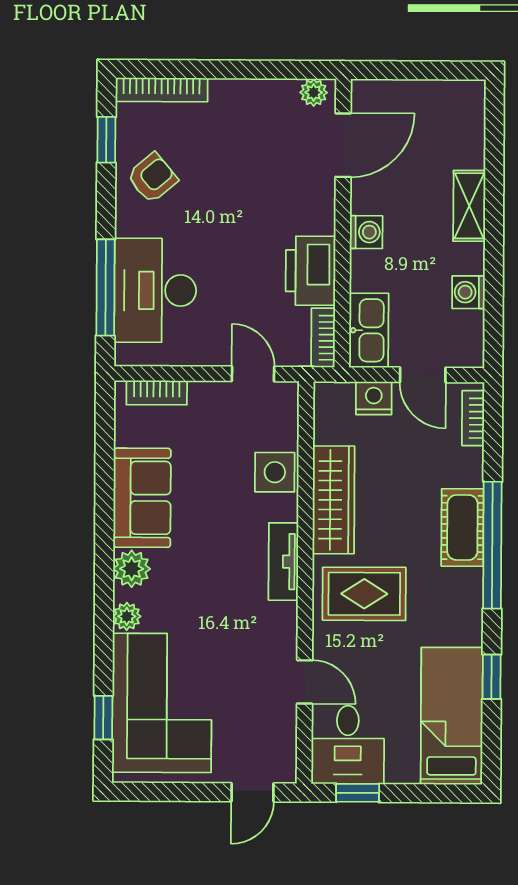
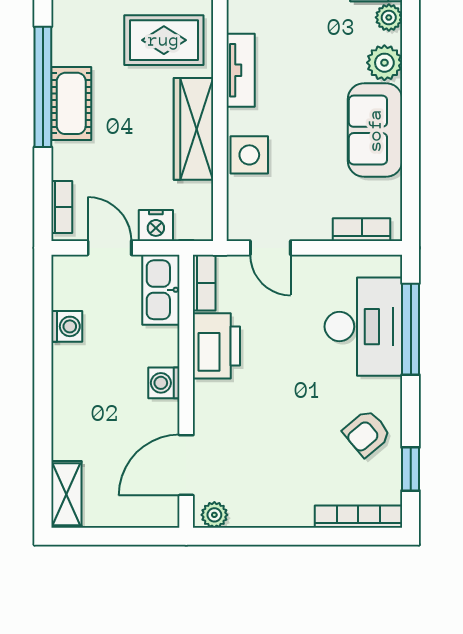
shelving: (469, 206) -> (66, 494), moved

